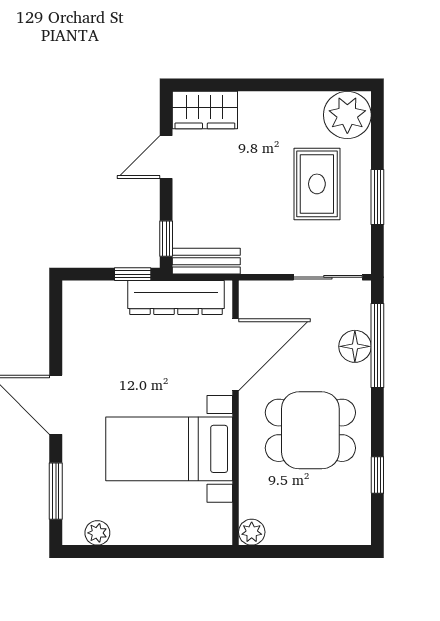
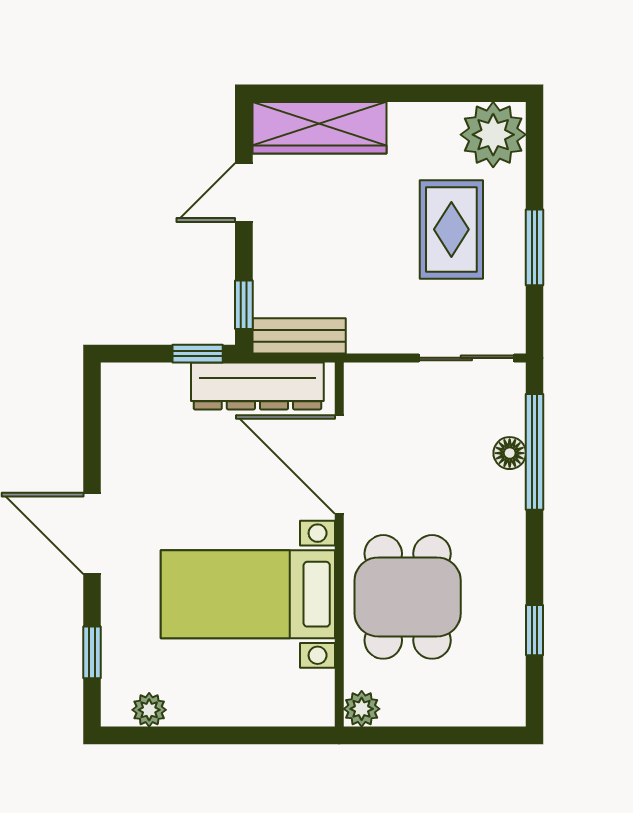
wardrobe: (205, 110) -> (319, 128), width x1.50
floor lamp: (355, 346) -> (510, 453), width x0.73, depth x0.73
door: (235, 355) -> (339, 464), swing flipped
dining table: (310, 430) -> (408, 597), moved, turned 90
window: (56, 491) -> (92, 652), width x0.67

